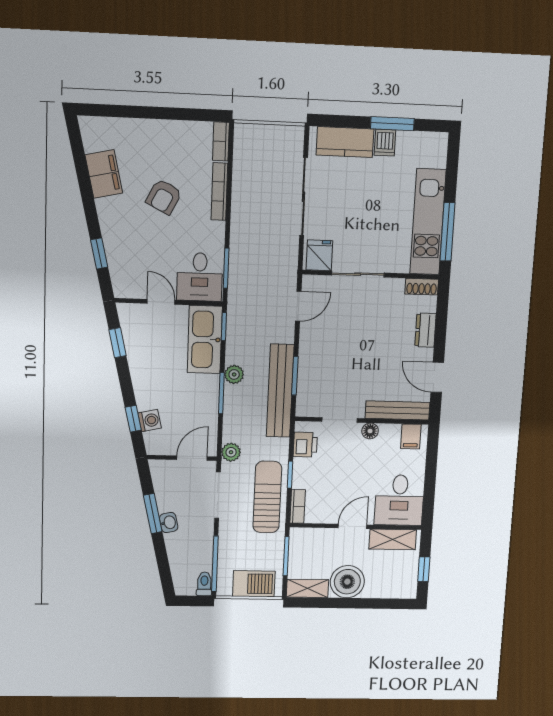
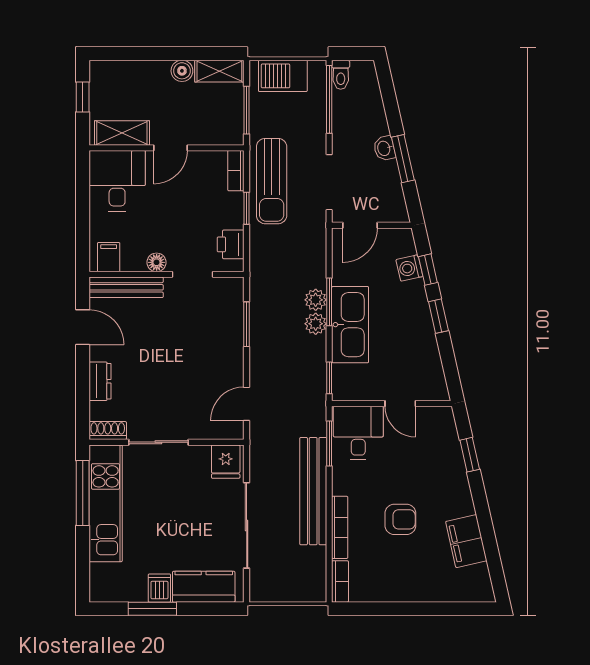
armchair: (164, 197) -> (400, 519), turned 63
sliding door: (358, 274) -> (158, 442), moved
kitchen sink: (205, 340) -> (350, 325), moved
window: (117, 343) -> (438, 316), moved
bench: (280, 391) -> (313, 491), moved
plant: (231, 452) -> (316, 300), moved
boiler: (347, 582) -> (182, 71), width x0.54, depth x0.54

